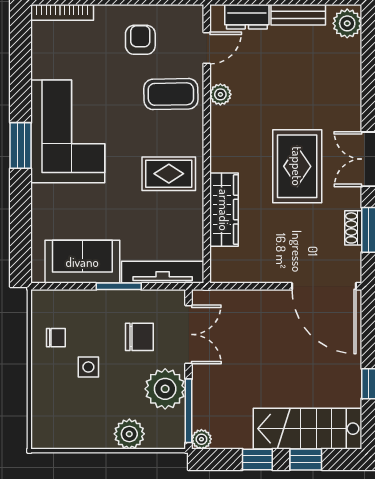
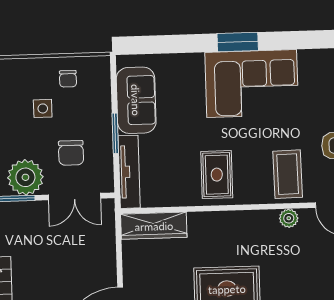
wardrobe: (224, 210) -> (154, 226), moved

